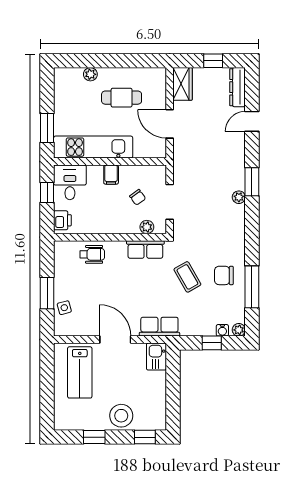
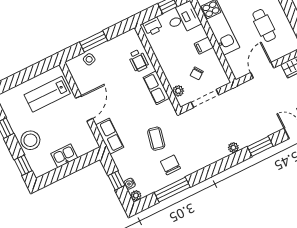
window: (252, 182) -> (260, 146), moved
row of seats: (145, 249) -> (156, 88), moved
coffee table: (187, 277) -> (156, 139), turned -48
kitchen sink: (156, 357) -> (64, 156), moved

